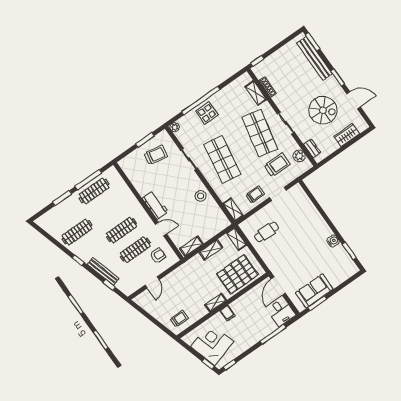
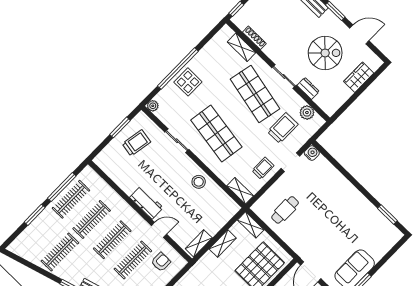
dresser: (312, 148) -> (308, 88), moved
clothes rail: (108, 211) -> (92, 220), added
water cooler: (333, 241) -> (312, 153), moved

